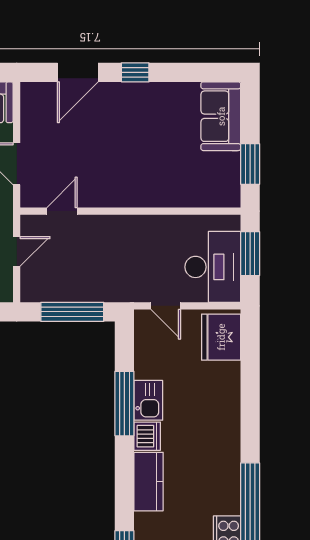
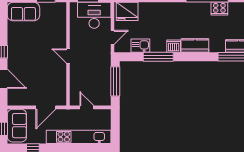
door: (62, 211) -> (68, 56), moved
kitchen sink: (148, 400) -> (140, 46), moved

